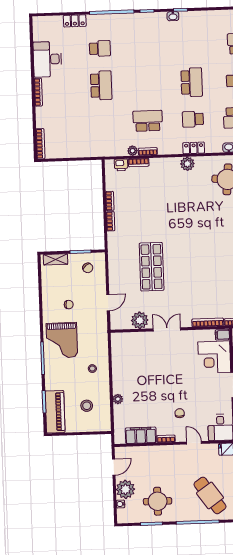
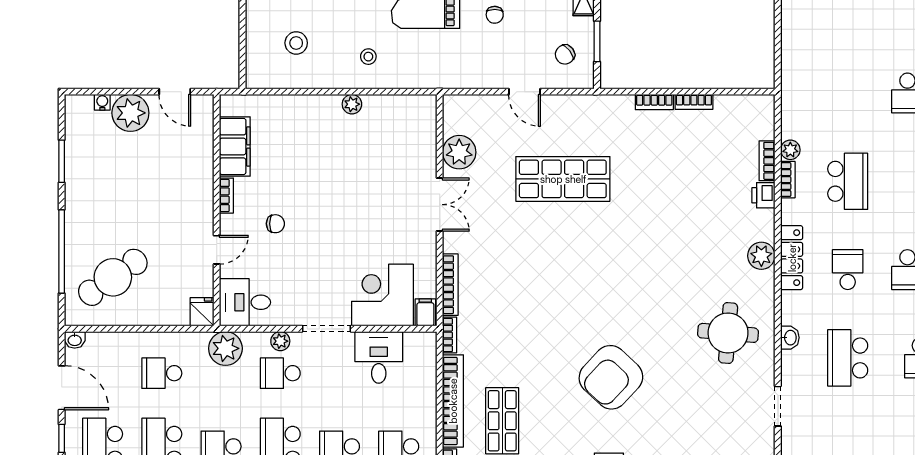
locker: (194, 148) -> (792, 258), width x1.53
printer: (121, 165) -> (763, 195), moved
door: (108, 303) -> (524, 92), moved
plant: (118, 399) -> (352, 104), moved
round table: (158, 501) -> (105, 175), removed

